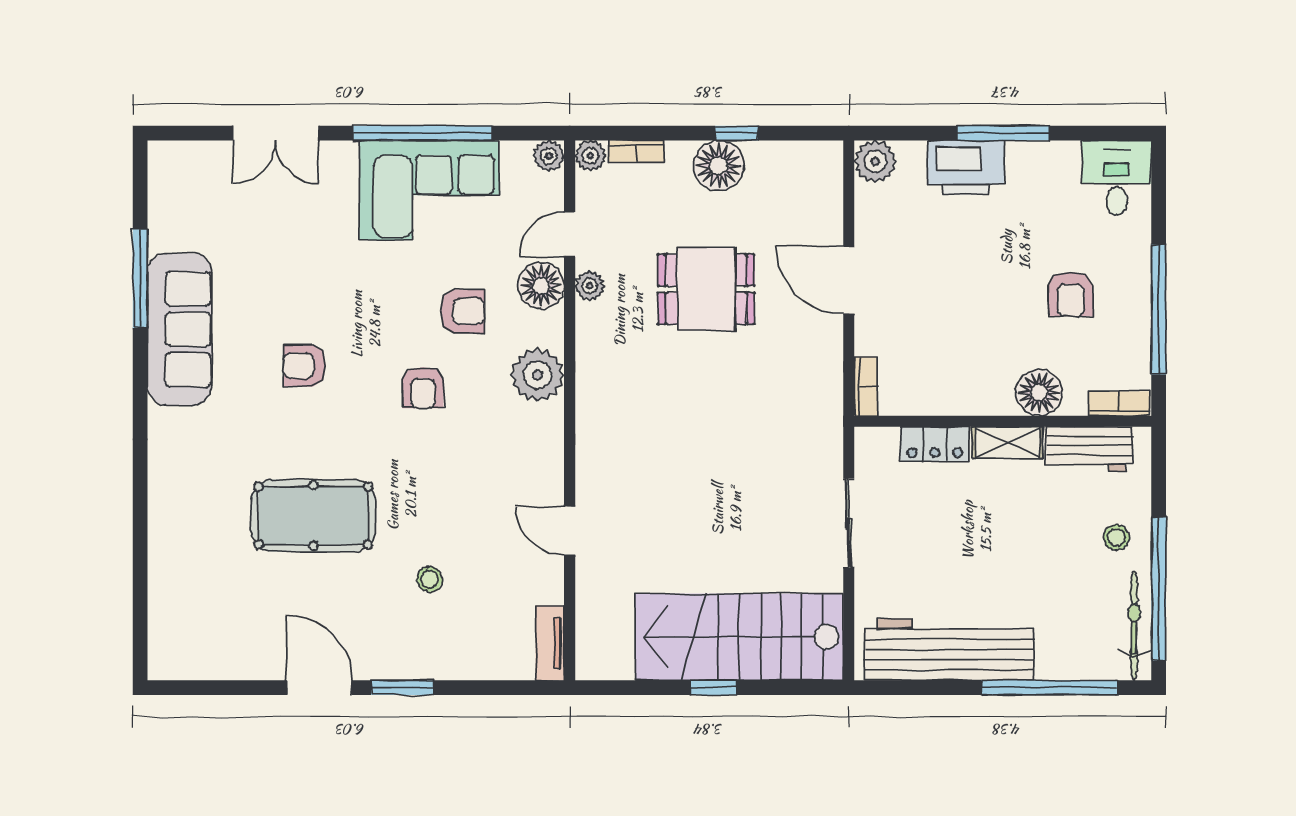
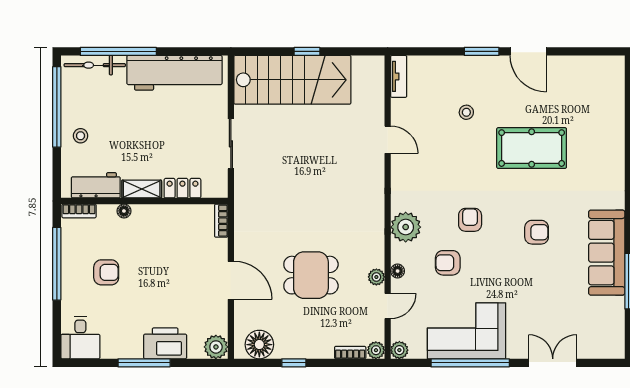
floor lamp: (719, 166) -> (259, 345), moved
floor lamp: (541, 286) -> (398, 271), width x0.53, depth x0.53
armchair: (1071, 294) -> (106, 272), turned 90
floor lamp: (1039, 393) -> (124, 211), width x0.53, depth x0.53
bicycle: (1134, 626) -> (95, 65), moved, turned 90

